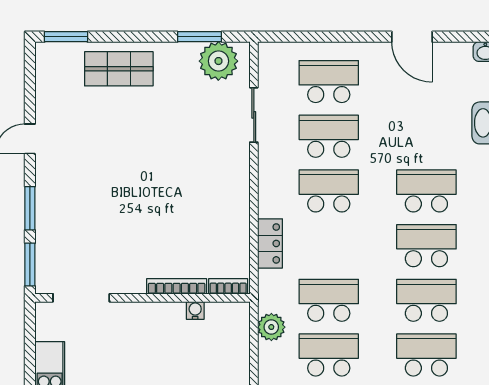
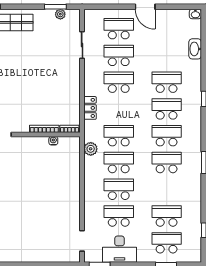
door: (412, 37) -> (145, 7), moved
plant: (218, 61) -> (60, 14), width x0.53, depth x0.53

